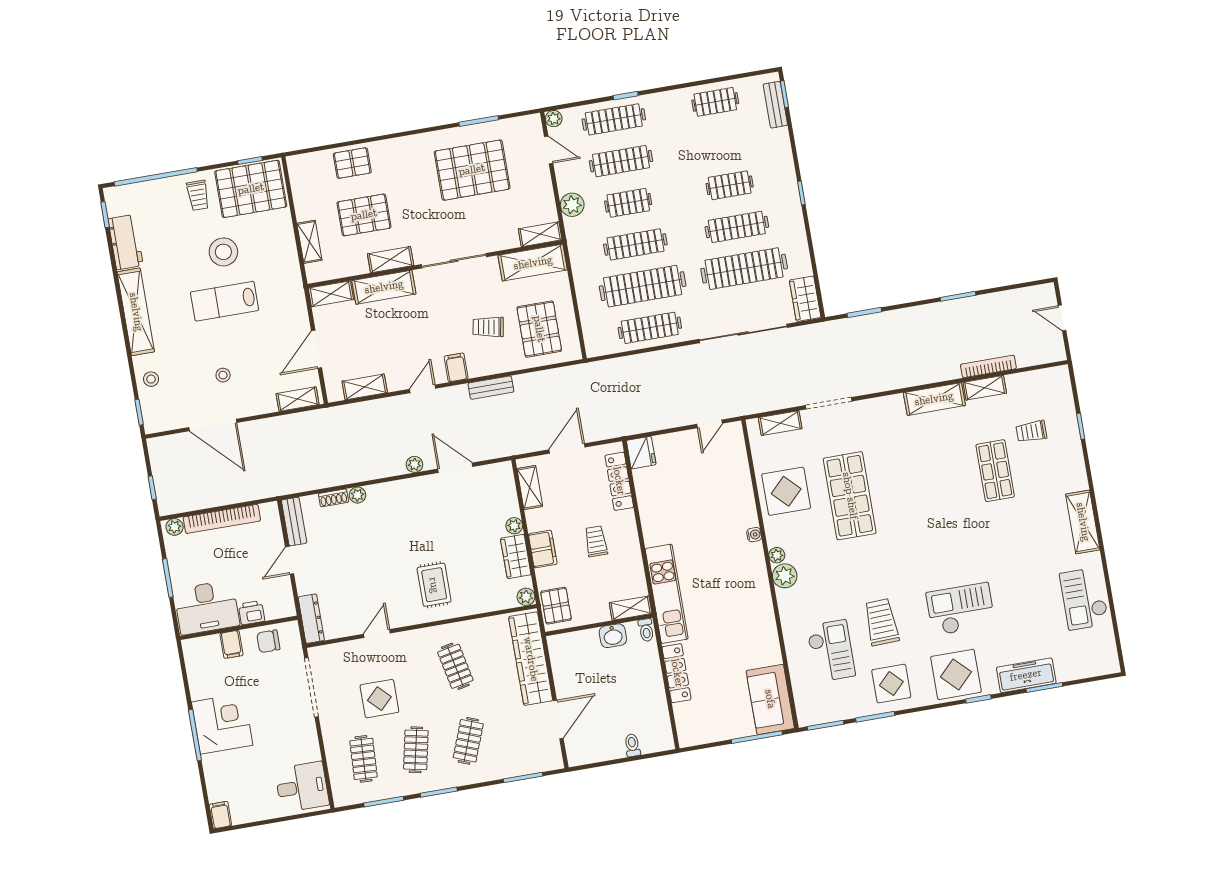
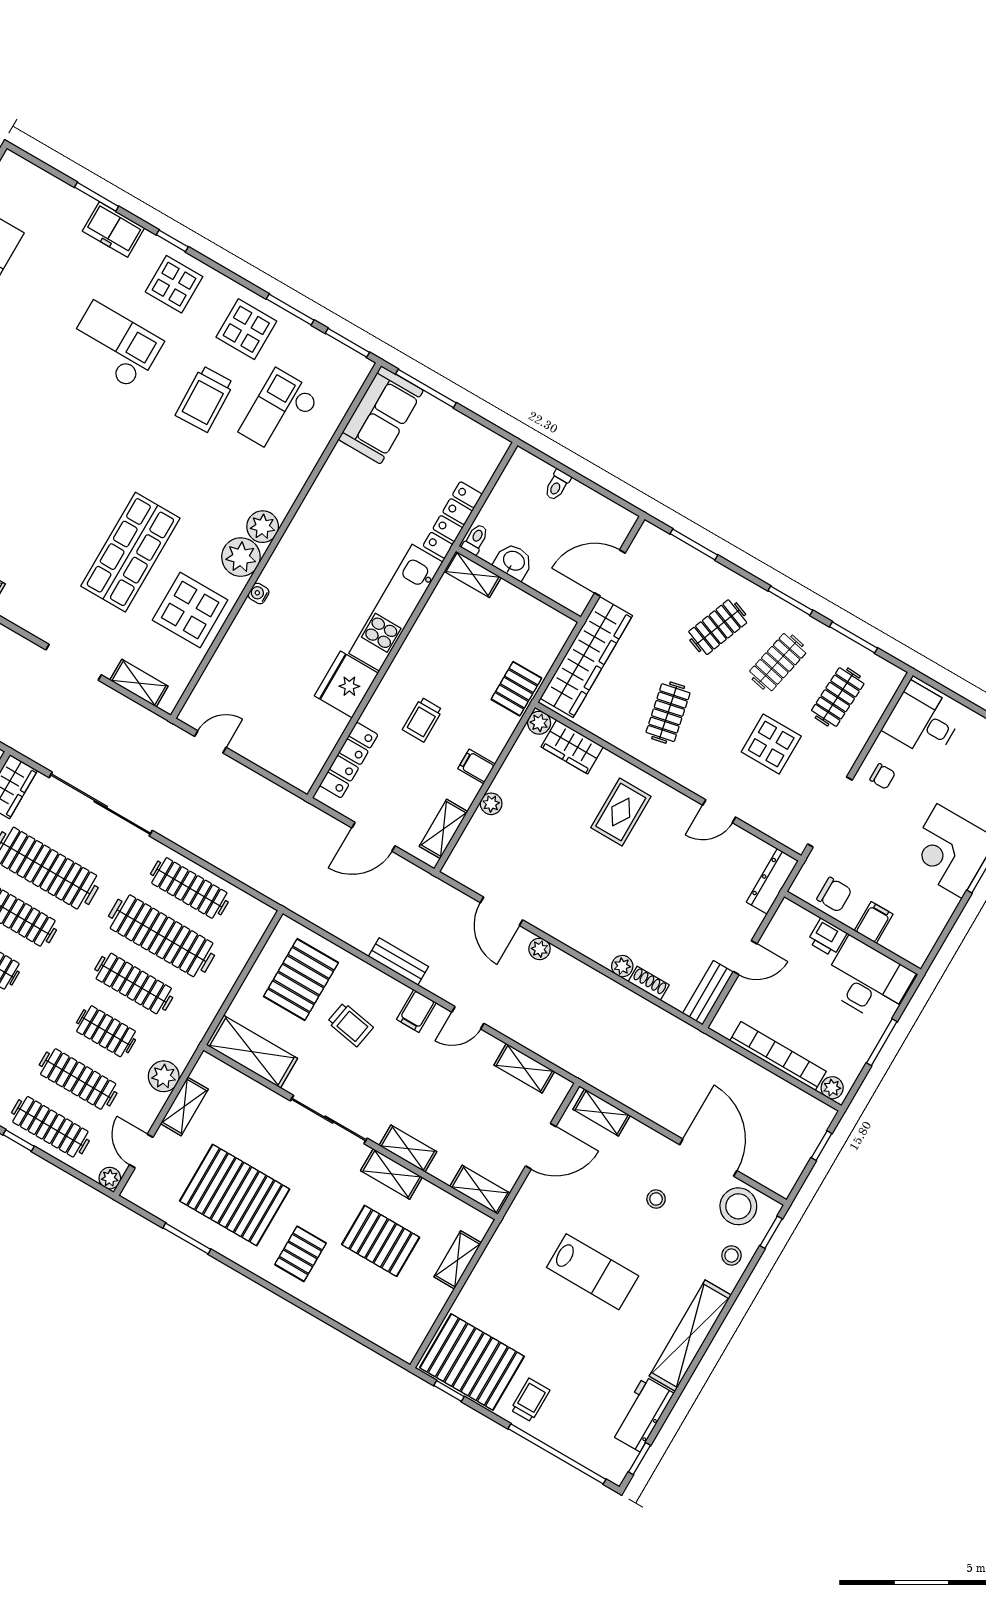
pallet: (352, 163) -> (300, 1254), moved, turned 90
shelving: (540, 234) -> (184, 1106), moved, turned 90
stool: (223, 252) -> (738, 1206), moved
shelving: (384, 287) -> (408, 1149), width x0.67, depth x0.75
fridge: (641, 453) -> (346, 684), moved, width x1.36, depth x1.34
filing cabinet: (543, 549) -> (477, 766), width x0.50
plant: (777, 555) -> (241, 557), width x1.87, depth x1.87
wardrobe: (516, 557) -> (572, 747), moved, turned 90
shelving: (631, 608) -> (473, 574), moved
checkout: (961, 609) -> (114, 346), turned 180
wall: (599, 625) -> (518, 584), moved
toilet: (646, 630) -> (476, 539), moved
washbasin: (613, 636) -> (514, 561), moved
display table: (956, 674) -> (174, 284), width x0.73, depth x0.73
freezer: (1026, 675) -> (113, 230), width x0.71
chair: (298, 734) -> (883, 776), added

